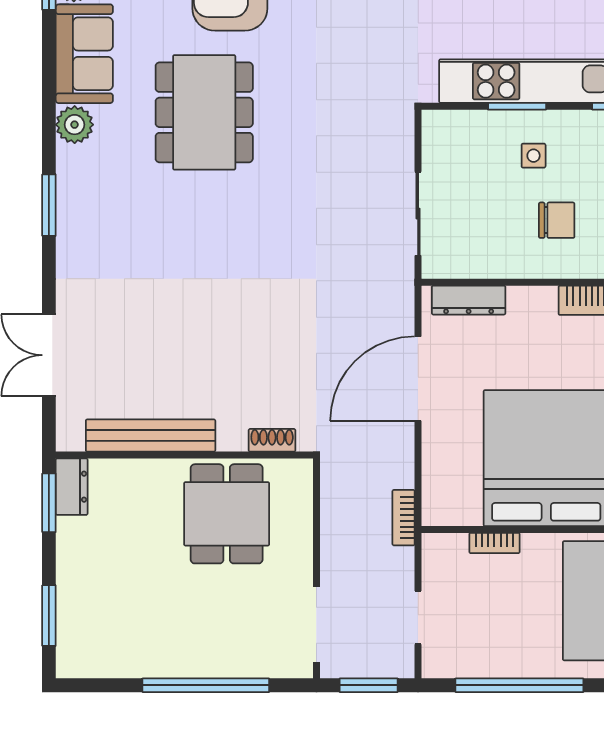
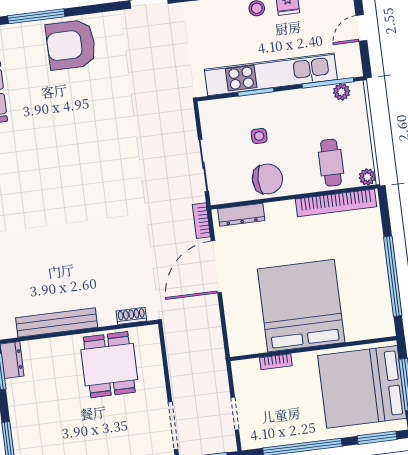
dining table: (204, 112) -> (64, 120), removed
side table: (534, 156) -> (259, 136), moved
chair: (557, 220) -> (267, 179), moved, width x1.37, depth x1.37
bookcase: (404, 518) -> (201, 221), moved

